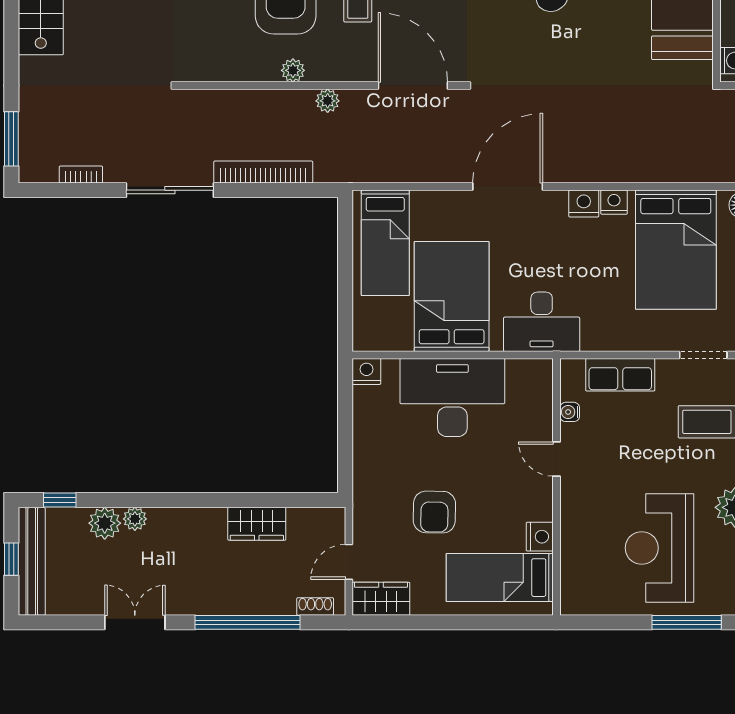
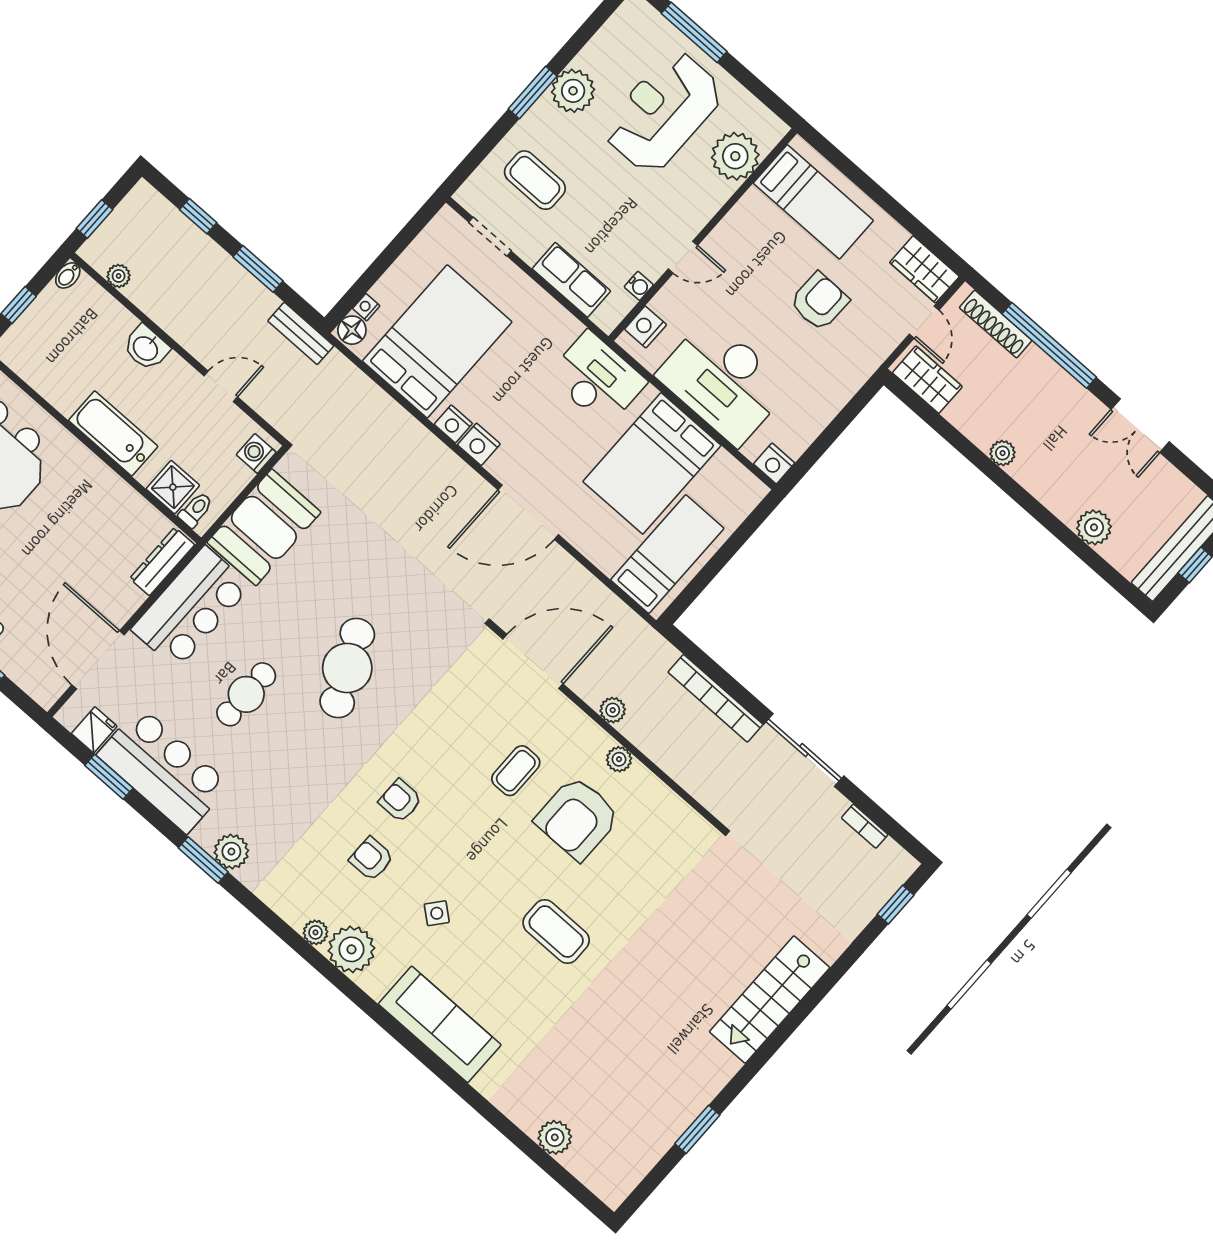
door: (413, 86) -> (533, 661), swing flipped
window: (11, 139) -> (896, 905), width x0.67
door: (557, 459) -> (683, 257), hinge flipped
window: (60, 500) -> (1114, 578), removed
plant: (135, 519) -> (1003, 453), moved
wardrobe: (257, 524) -> (927, 380), moved
nightstand: (540, 537) -> (646, 327), moved
reception desk: (660, 548) -> (663, 112), turned 180
plant: (582, 561) -> (735, 156), added
door: (349, 562) -> (924, 322), hinge flipped
shoe rack: (315, 606) -> (996, 324), width x1.94, depth x1.24

